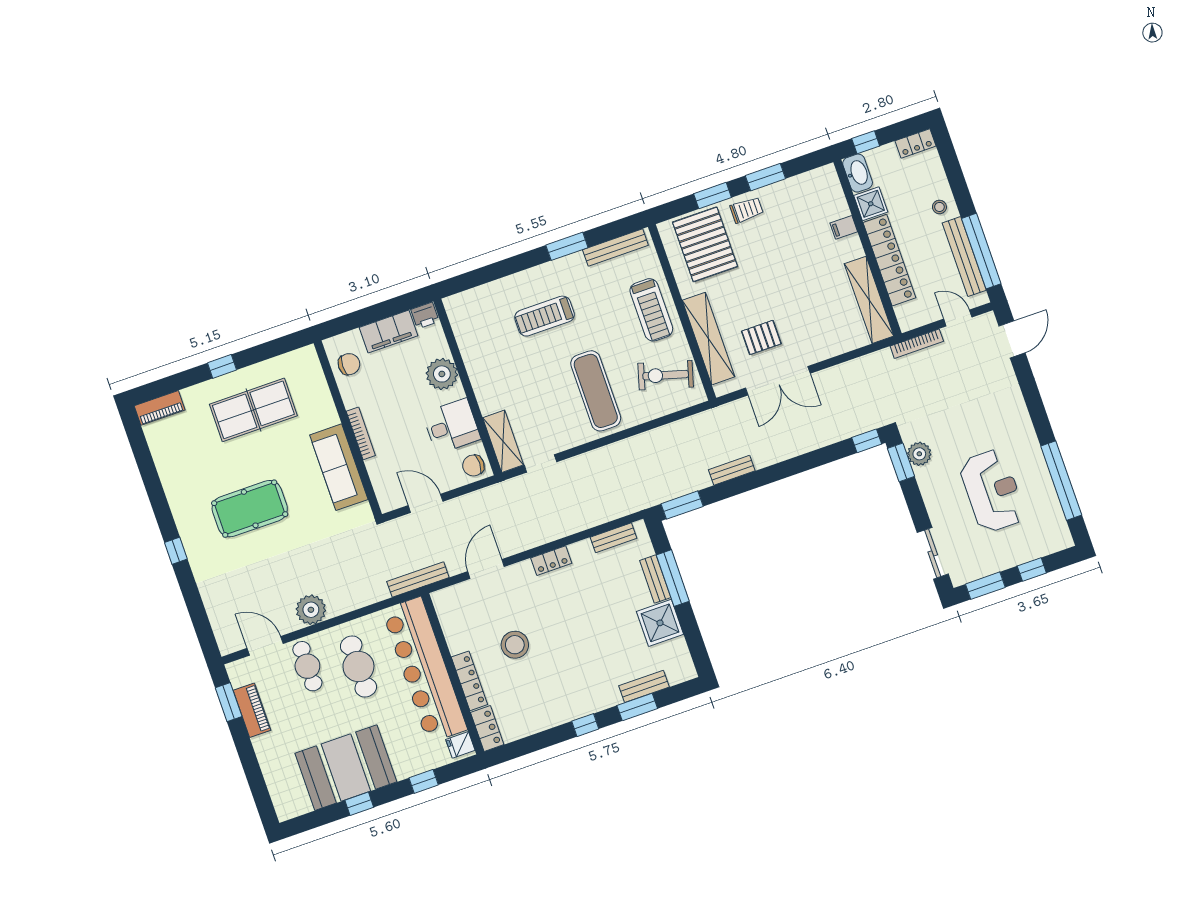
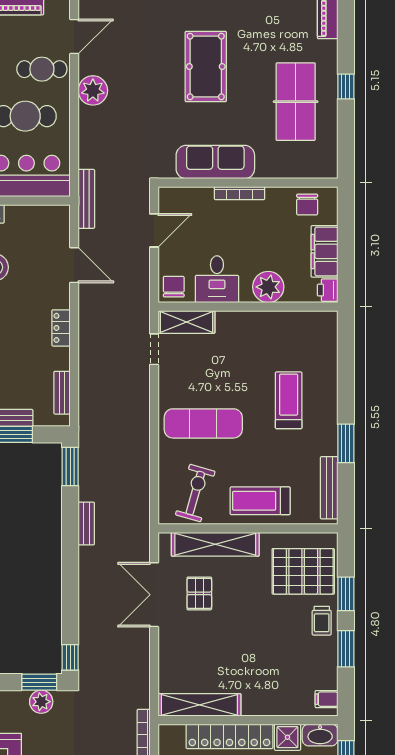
filing cabinet: (844, 227) -> (327, 699), moved, turned -90

